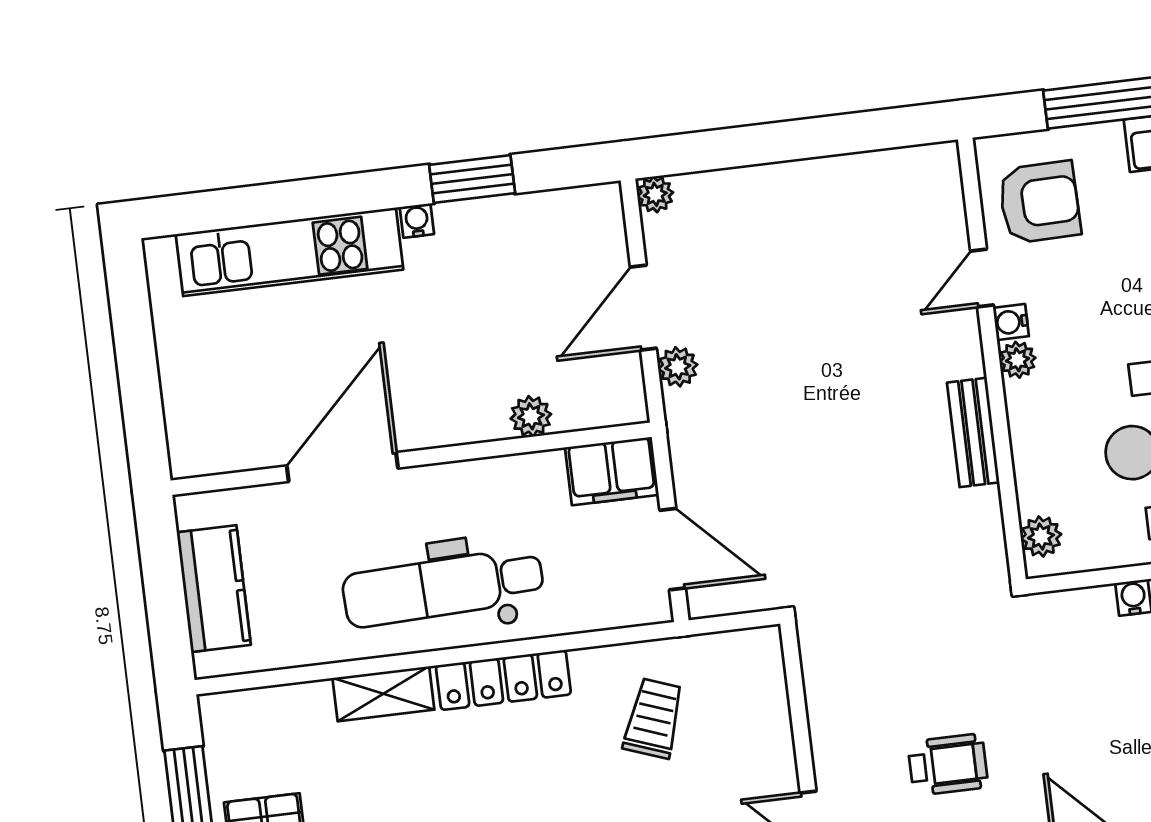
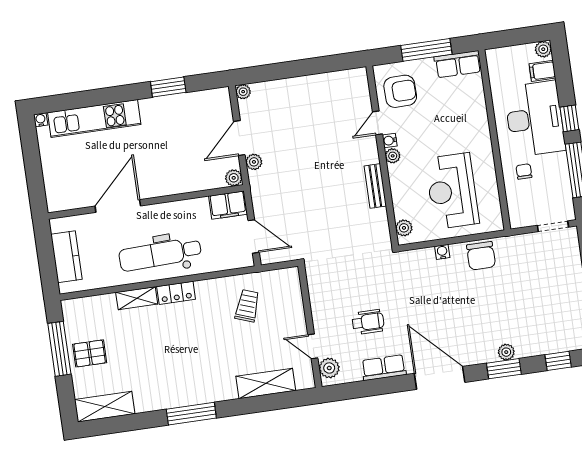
water cooler: (417, 221) -> (41, 120), moved
plant: (531, 416) -> (234, 178), moved
locker: (503, 680) -> (176, 293), width x0.66

